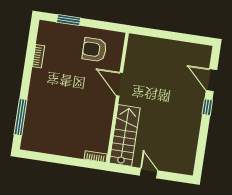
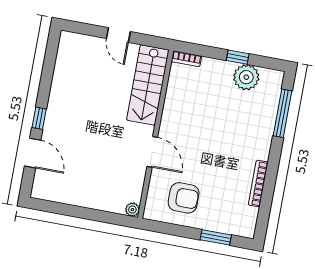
plant: (133, 39) -> (132, 210), added
bookcase: (38, 56) -> (258, 184), width x1.56
plant: (49, 144) -> (246, 77), added
window: (56, 159) -> (238, 57), added

